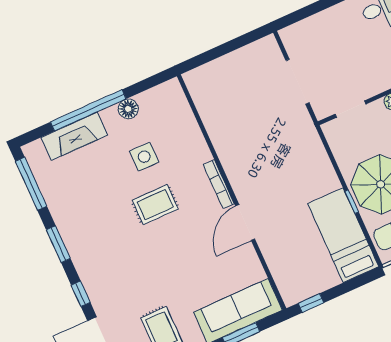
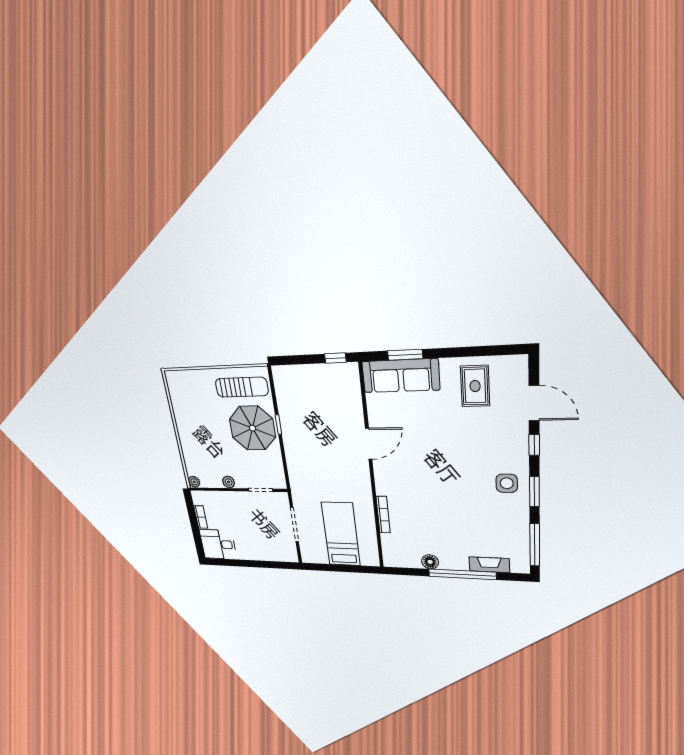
fireplace: (74, 136) -> (489, 565), width x0.73, depth x0.76
side table: (144, 157) -> (507, 483), moved
bookcase: (219, 184) -> (383, 515), moved
rug: (155, 205) -> (438, 487), removed
bed: (343, 235) -> (341, 534), moved, turned 180

